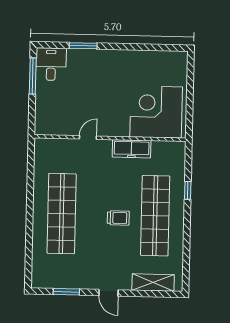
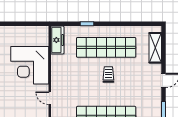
corner desk: (156, 112) -> (30, 65), moved
freezer: (132, 149) -> (57, 40), moved

